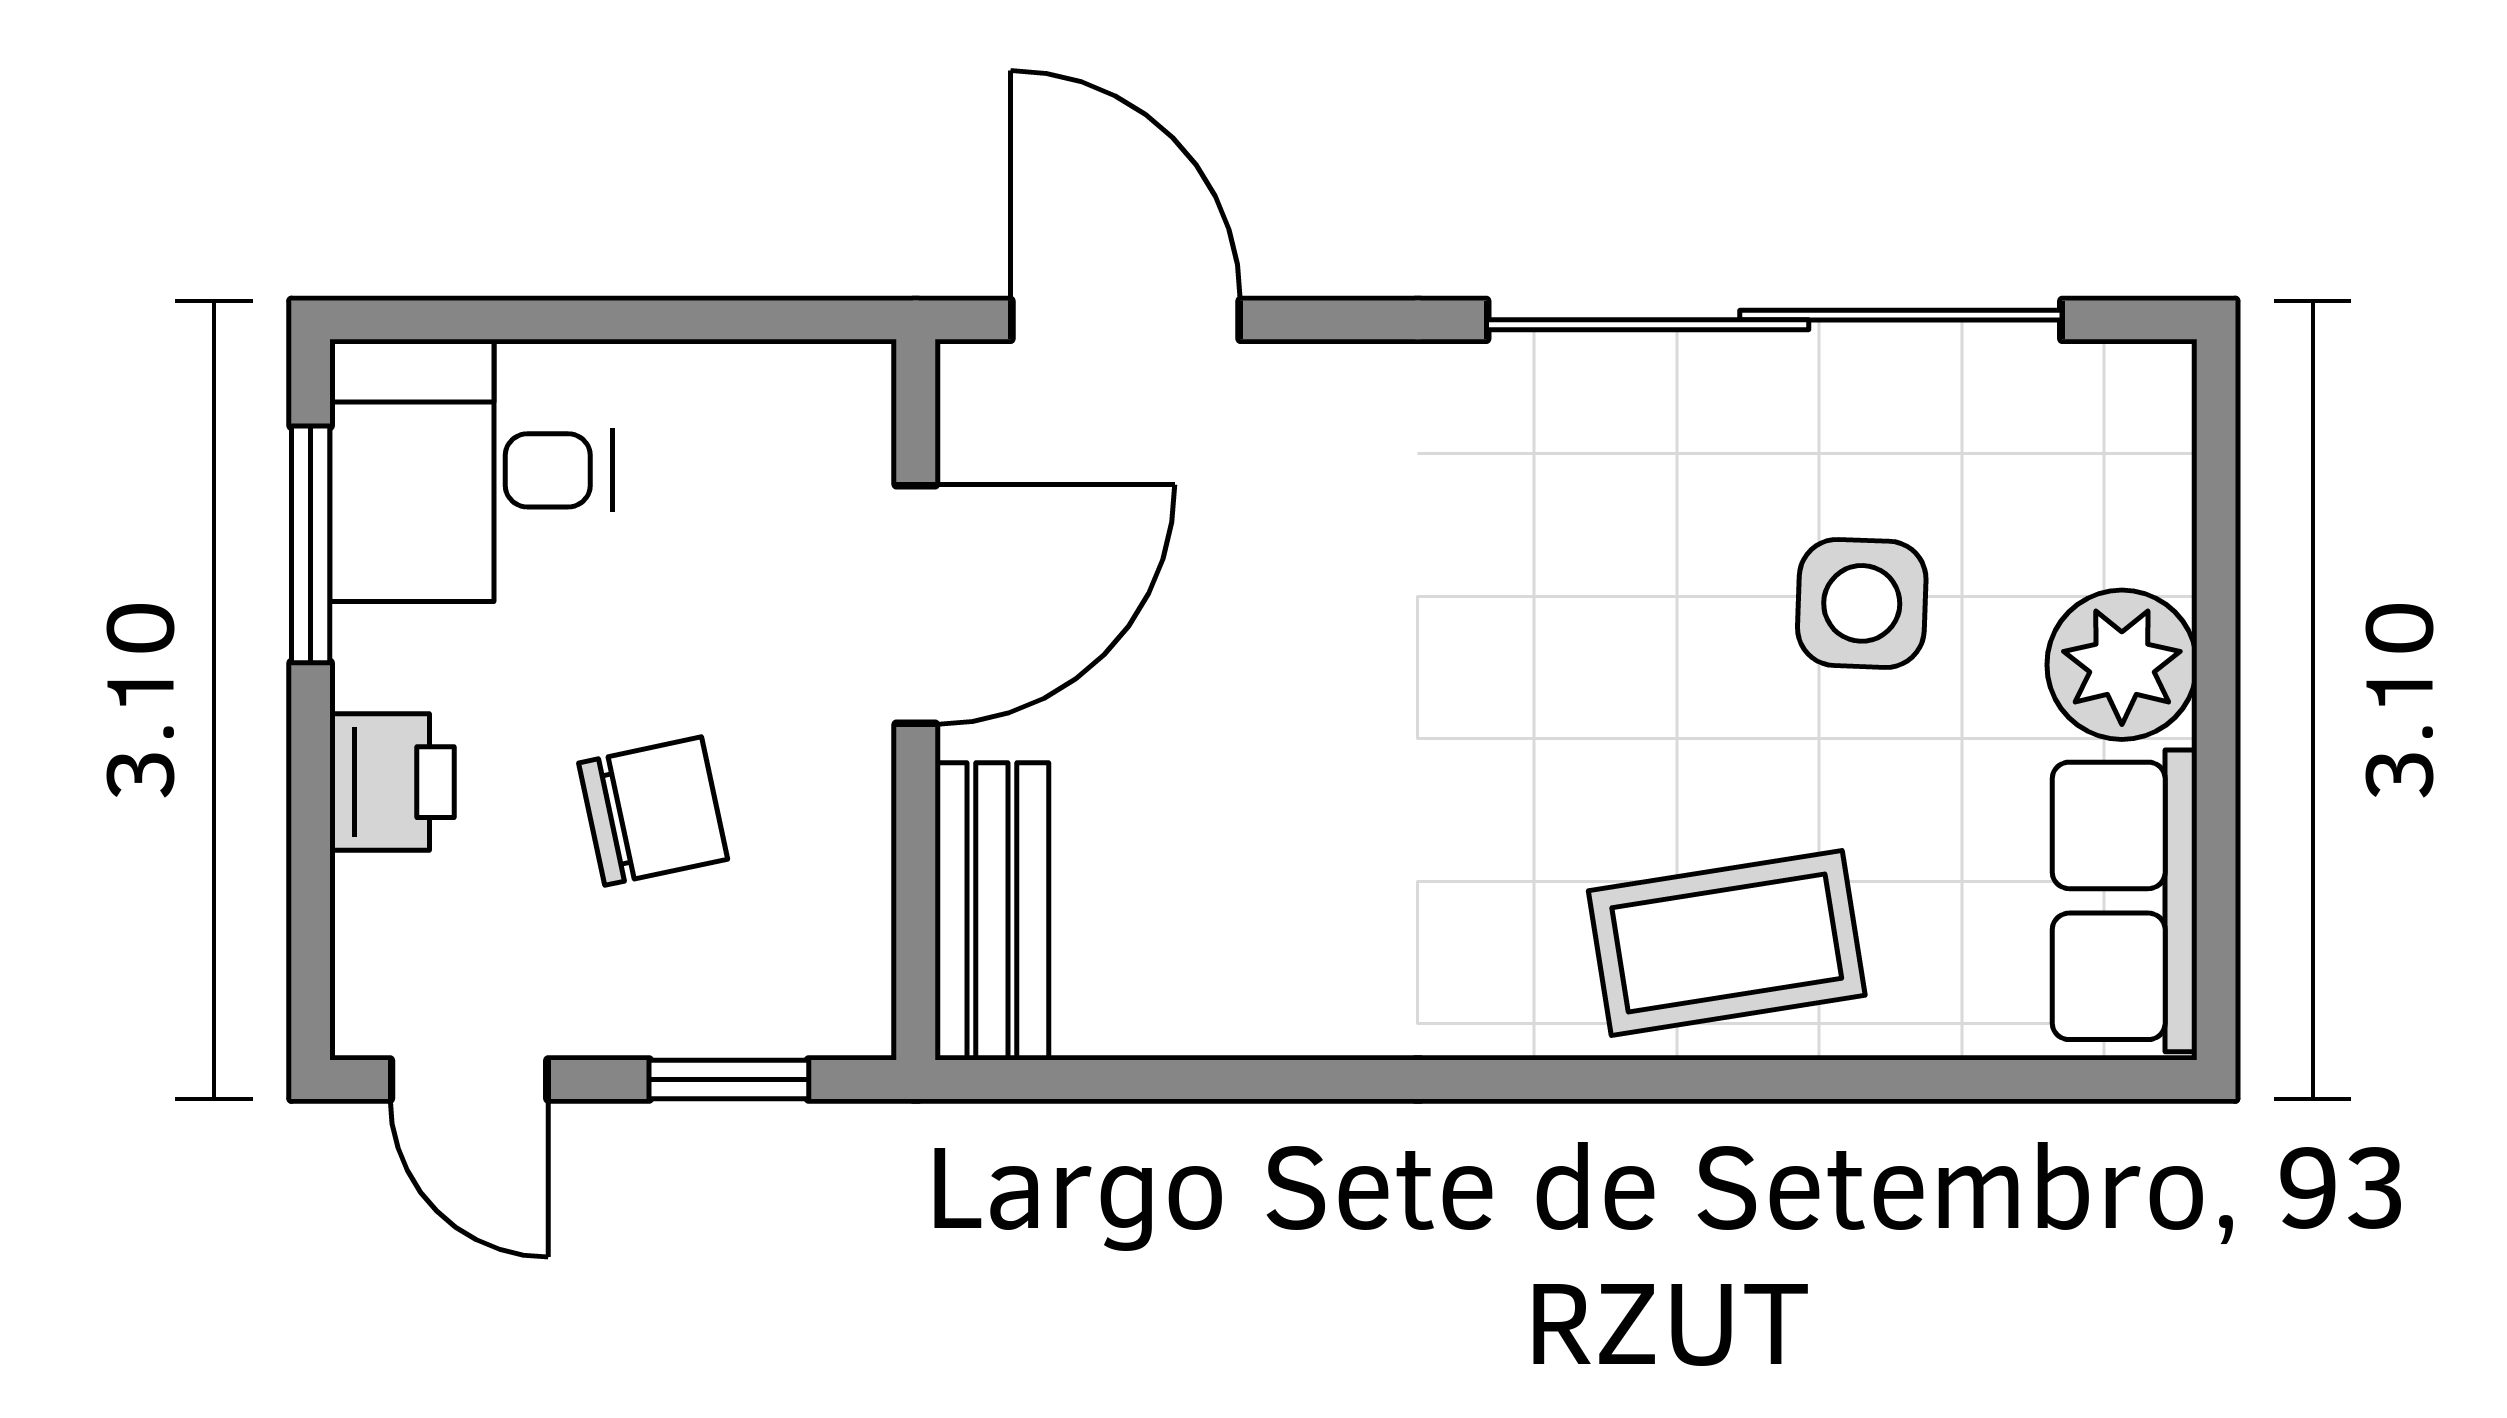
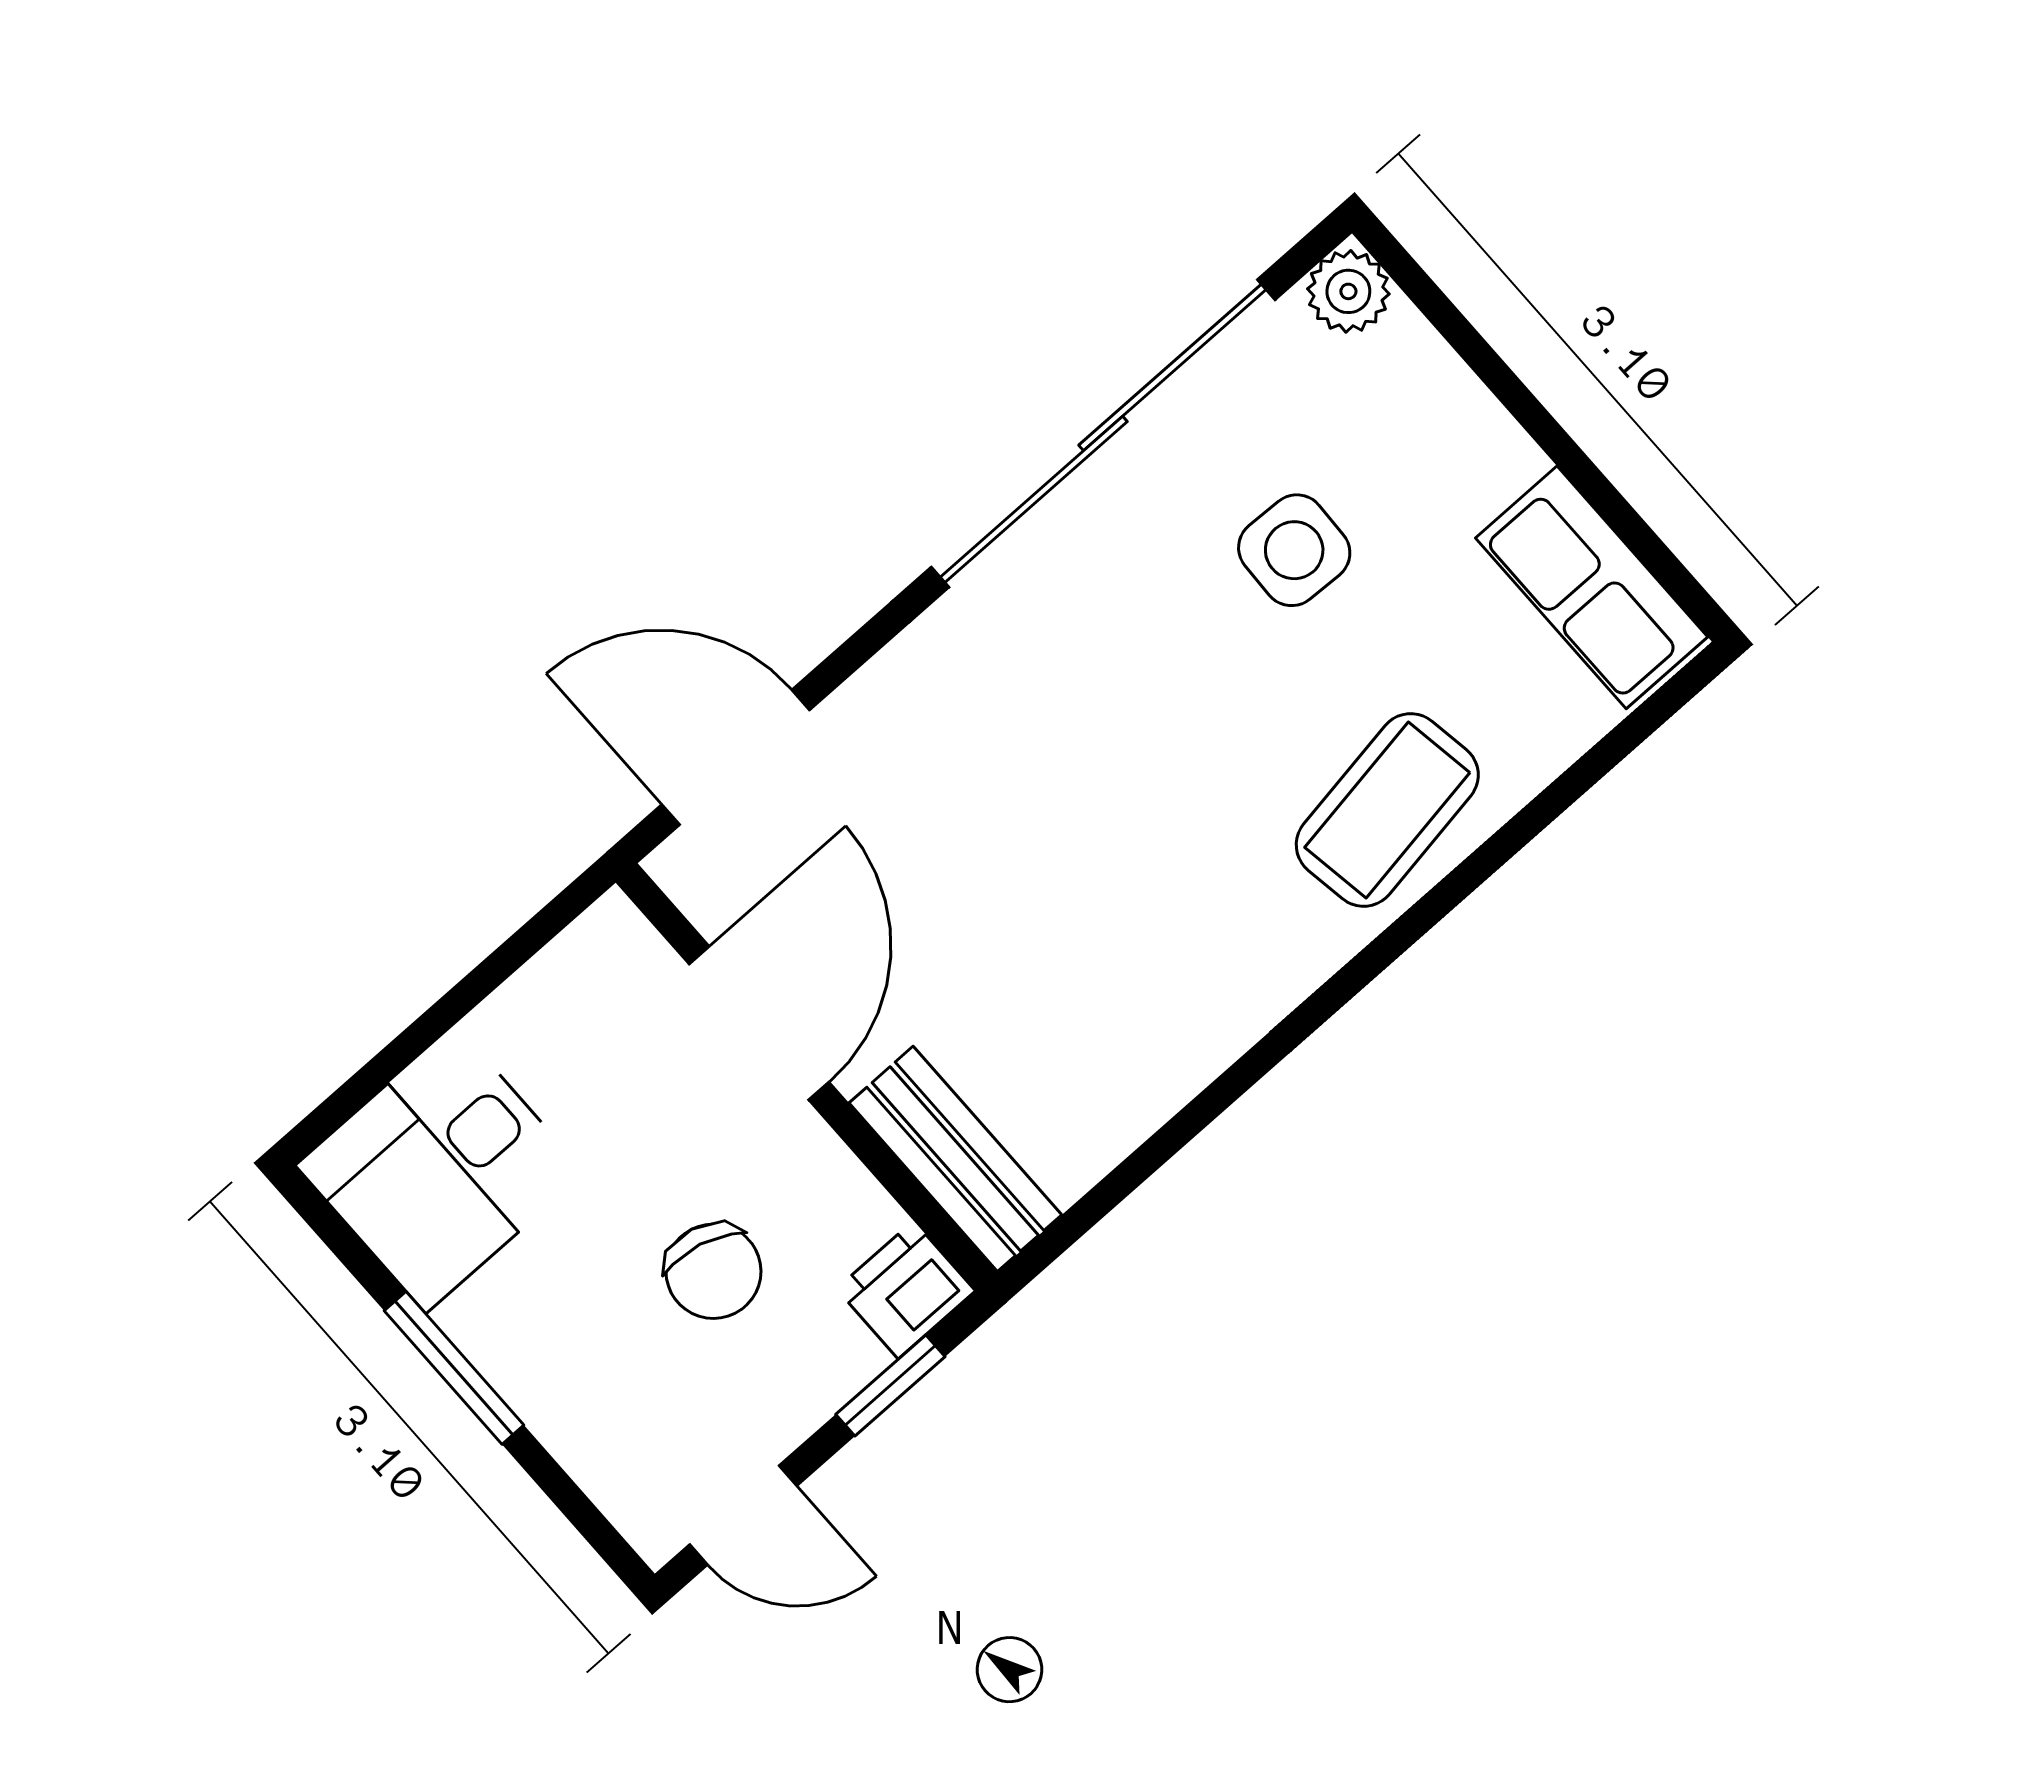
window: (311, 544) -> (454, 1368), moved
plant: (2122, 665) -> (1348, 291), moved, width x0.73, depth x0.73
printer: (392, 782) -> (906, 1290), moved, turned -90
chair: (653, 811) -> (713, 1271), turned 116

